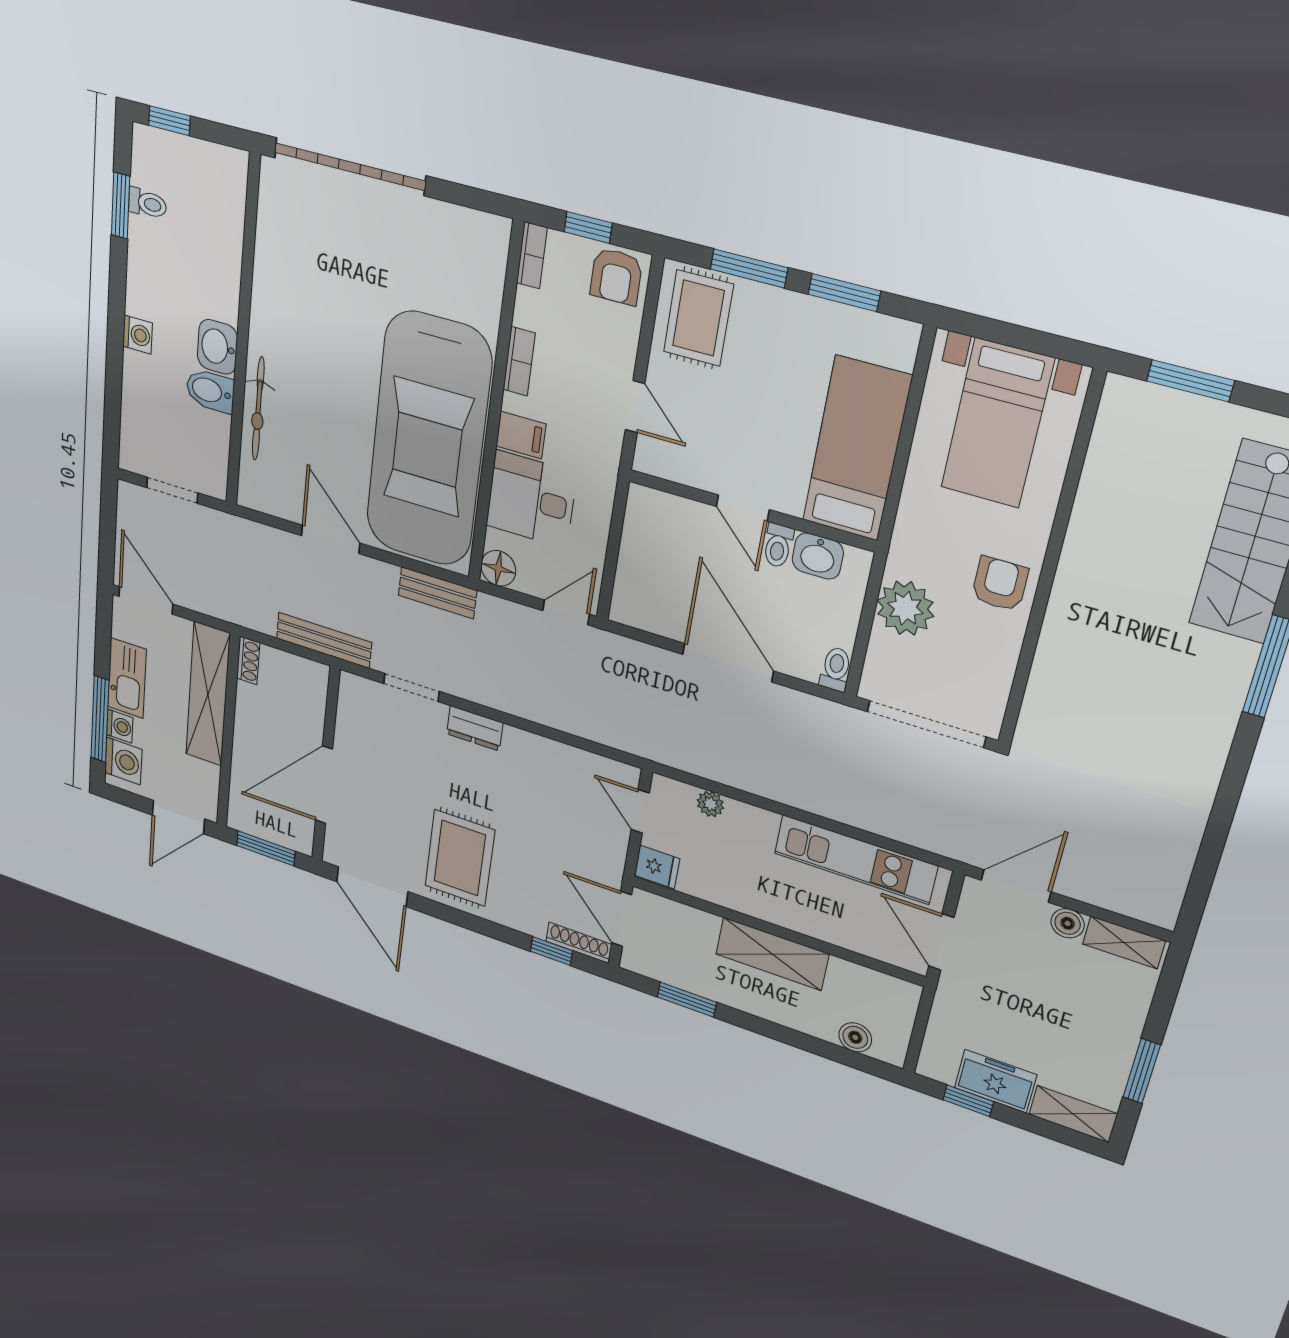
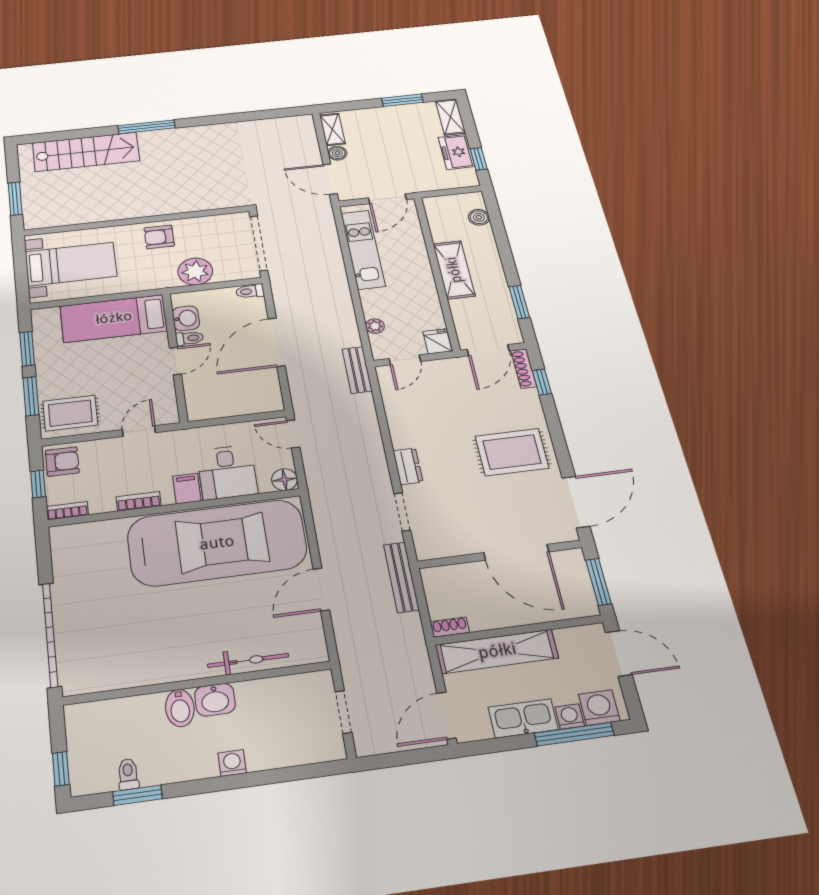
bidet: (210, 391) -> (180, 708), moved
bench: (437, 593) -> (357, 370), moved

